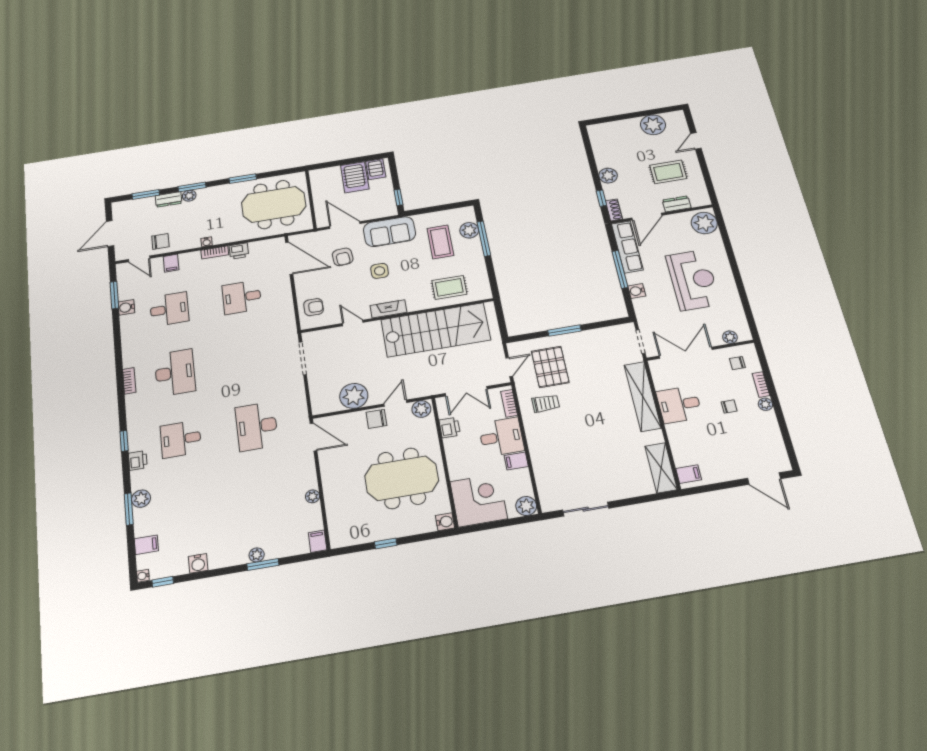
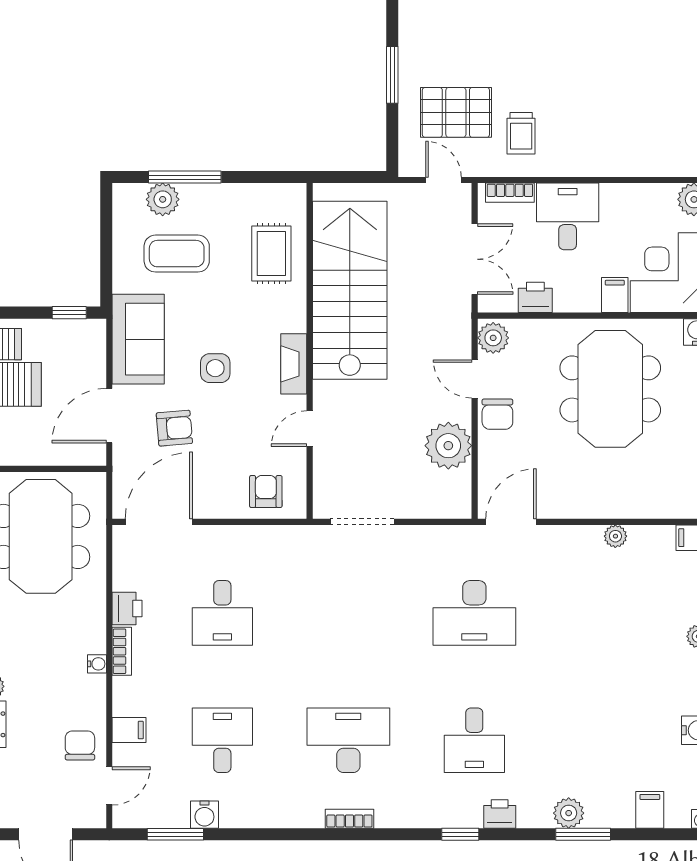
trolley: (546, 403) -> (521, 133), turned 180
filing cabinet: (516, 461) -> (615, 295), moved, turned 180

